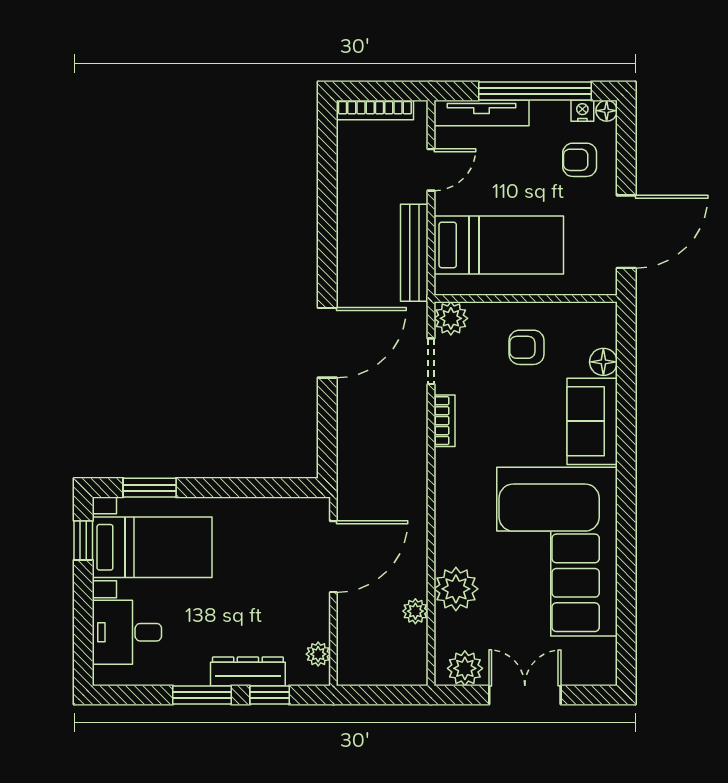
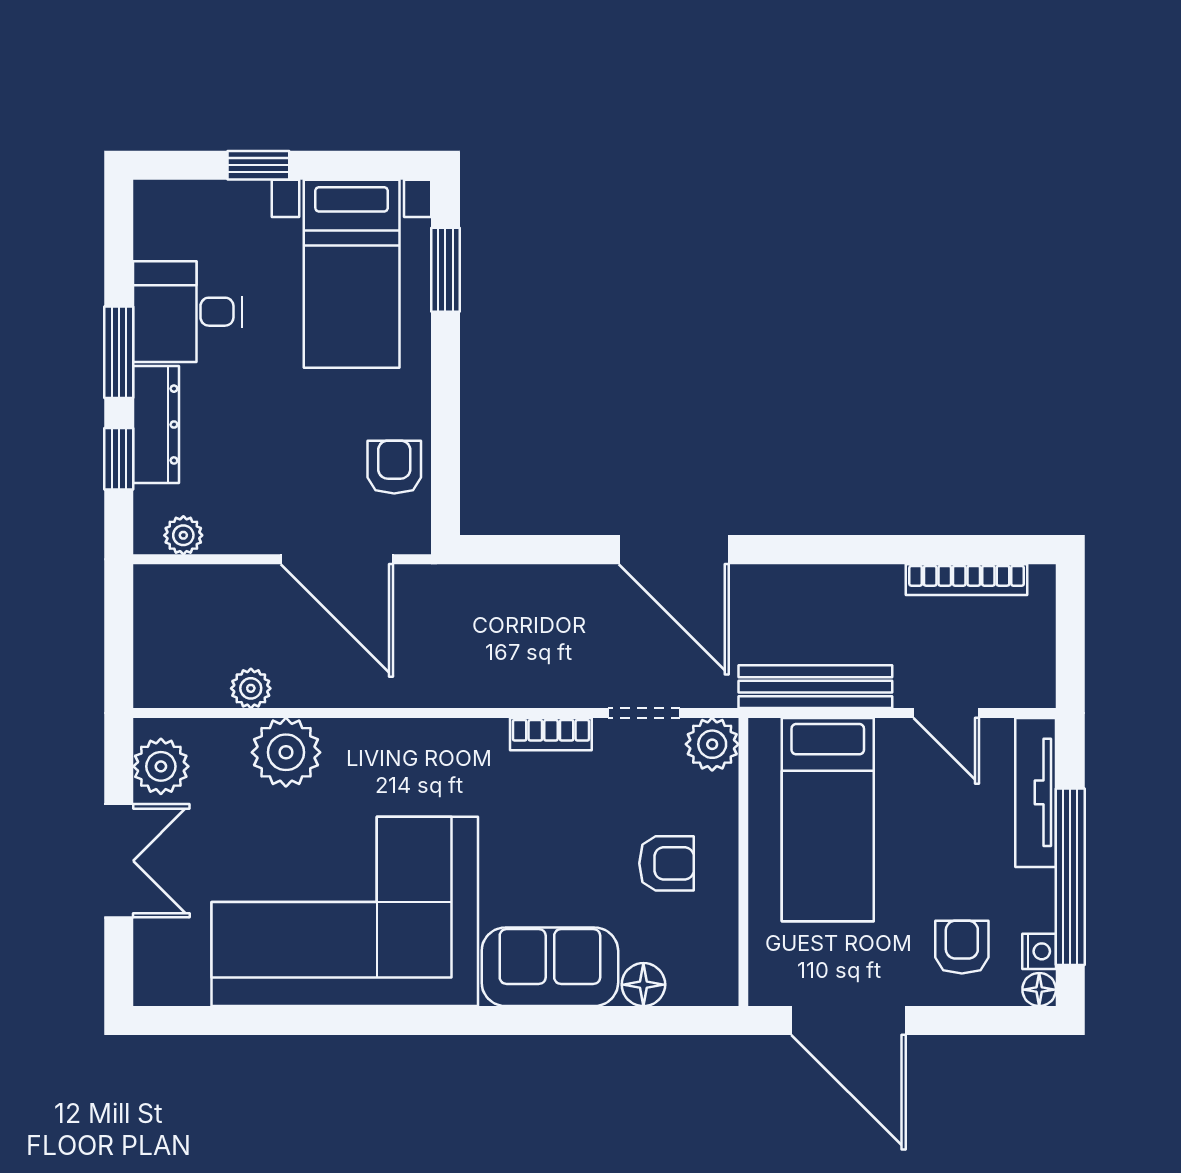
bookcase: (375, 110) -> (967, 580), moved, turned -90
armchair: (526, 347) -> (667, 863), turned 90
armchair: (275, 520) -> (394, 467), added
window: (83, 540) -> (258, 165), moved
desk: (127, 632) -> (188, 312), moved, turned -90

